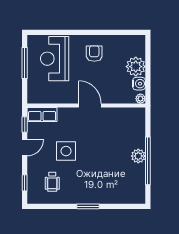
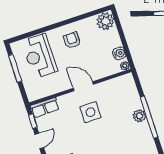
plant: (136, 67) -> (105, 21), moved
side table: (66, 151) -> (90, 112), moved

